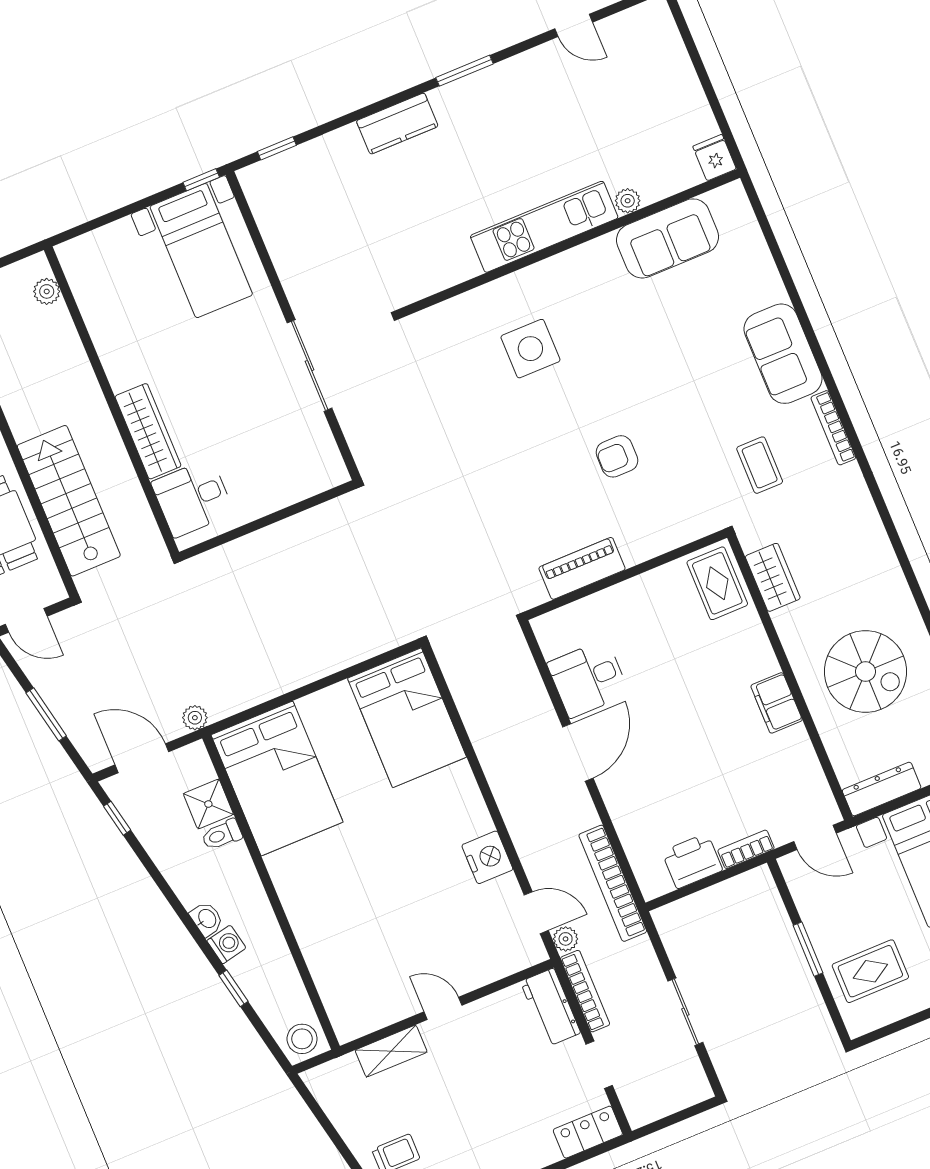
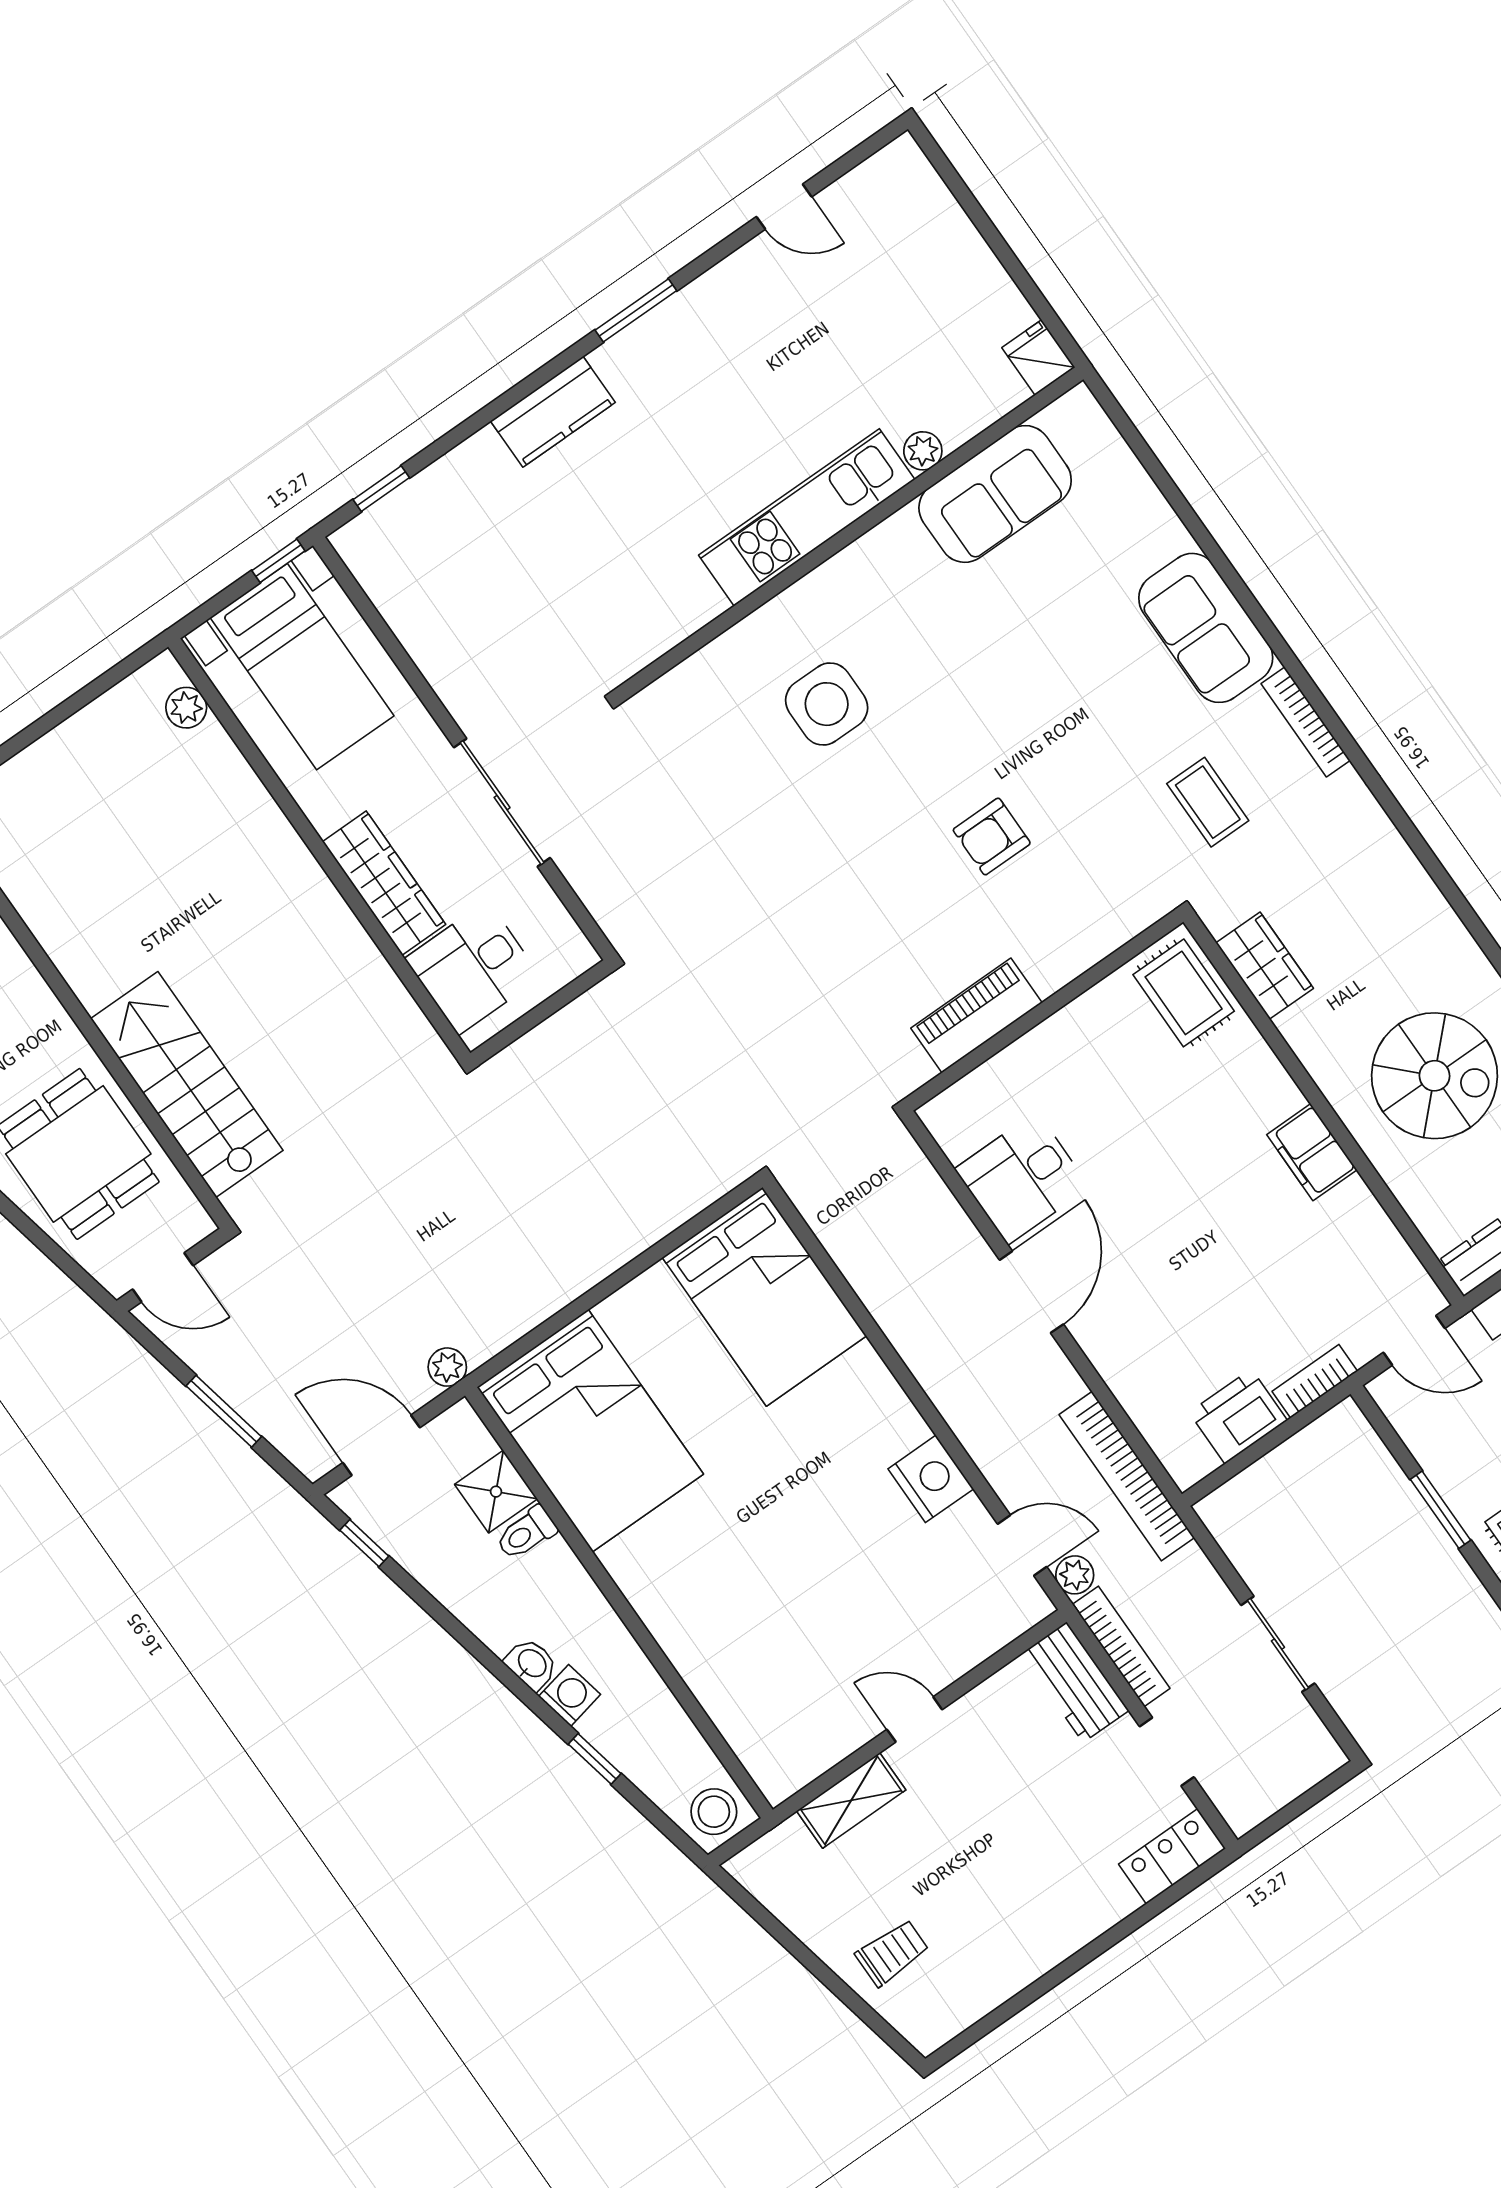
plant: (47, 291) -> (186, 708), moved
wall: (111, 401) -> (319, 850), moved
wardrobe: (148, 431) -> (384, 883), moved
desk: (193, 498) -> (473, 968), moved

